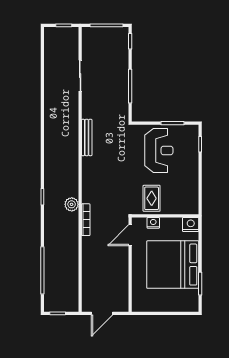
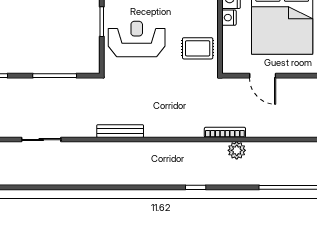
plant: (72, 204) -> (237, 150), moved
nightstand: (153, 223) -> (229, 18), moved
door: (130, 235) -> (263, 76), moved

